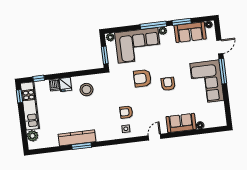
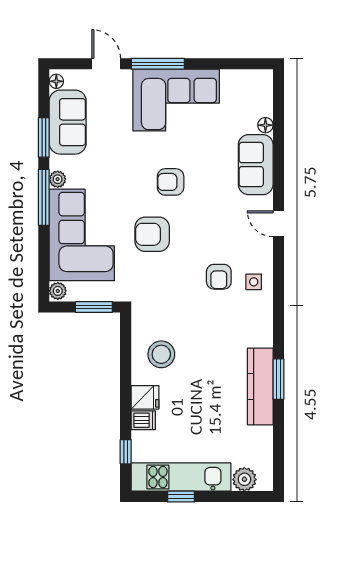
armchair: (142, 78) -> (152, 234), turned 90
window: (19, 96) -> (181, 497), moved

